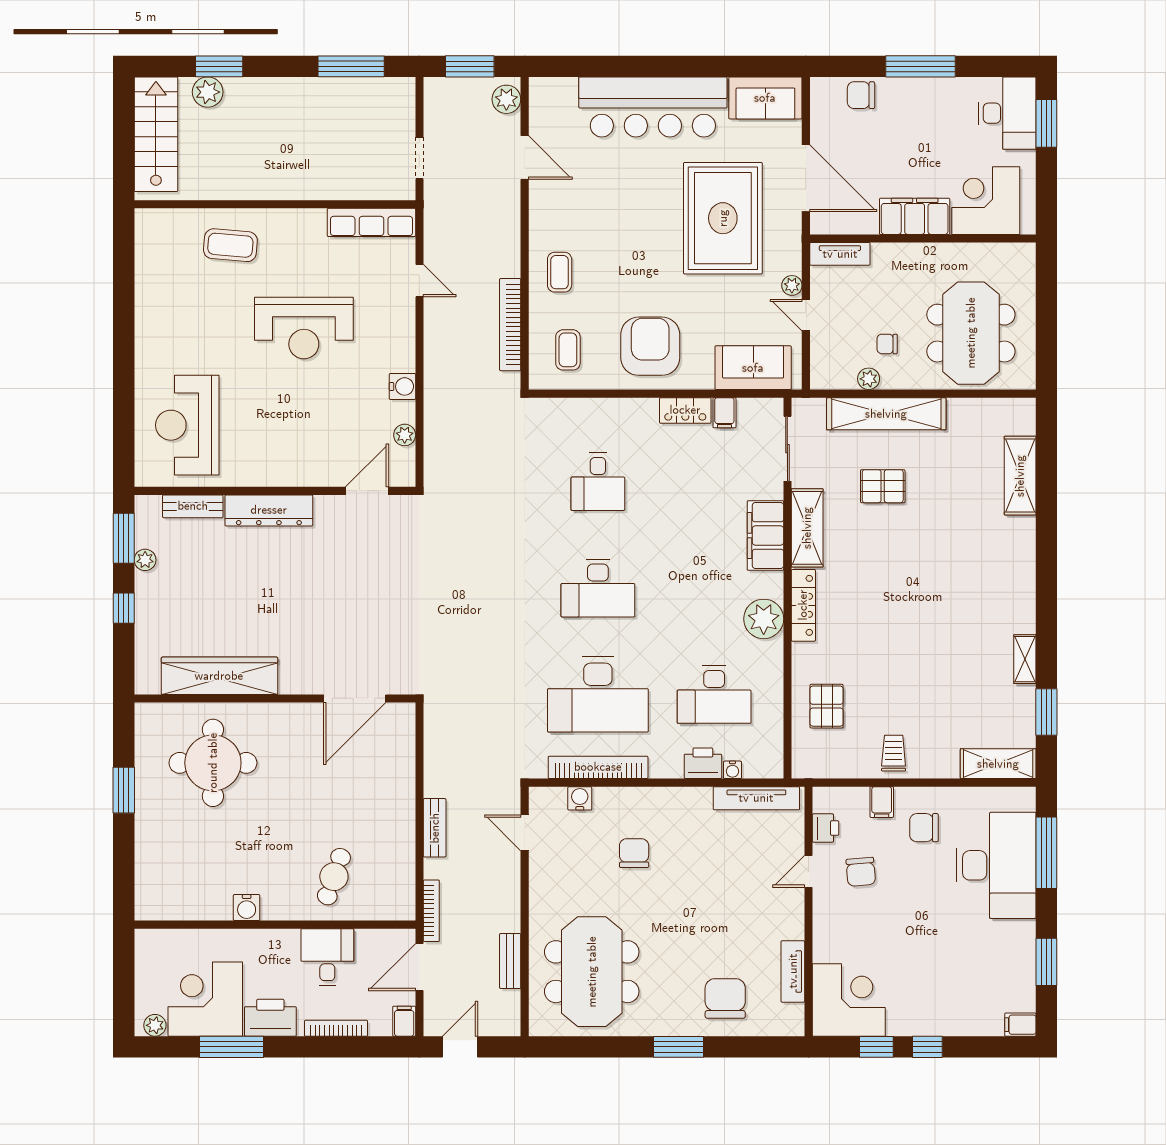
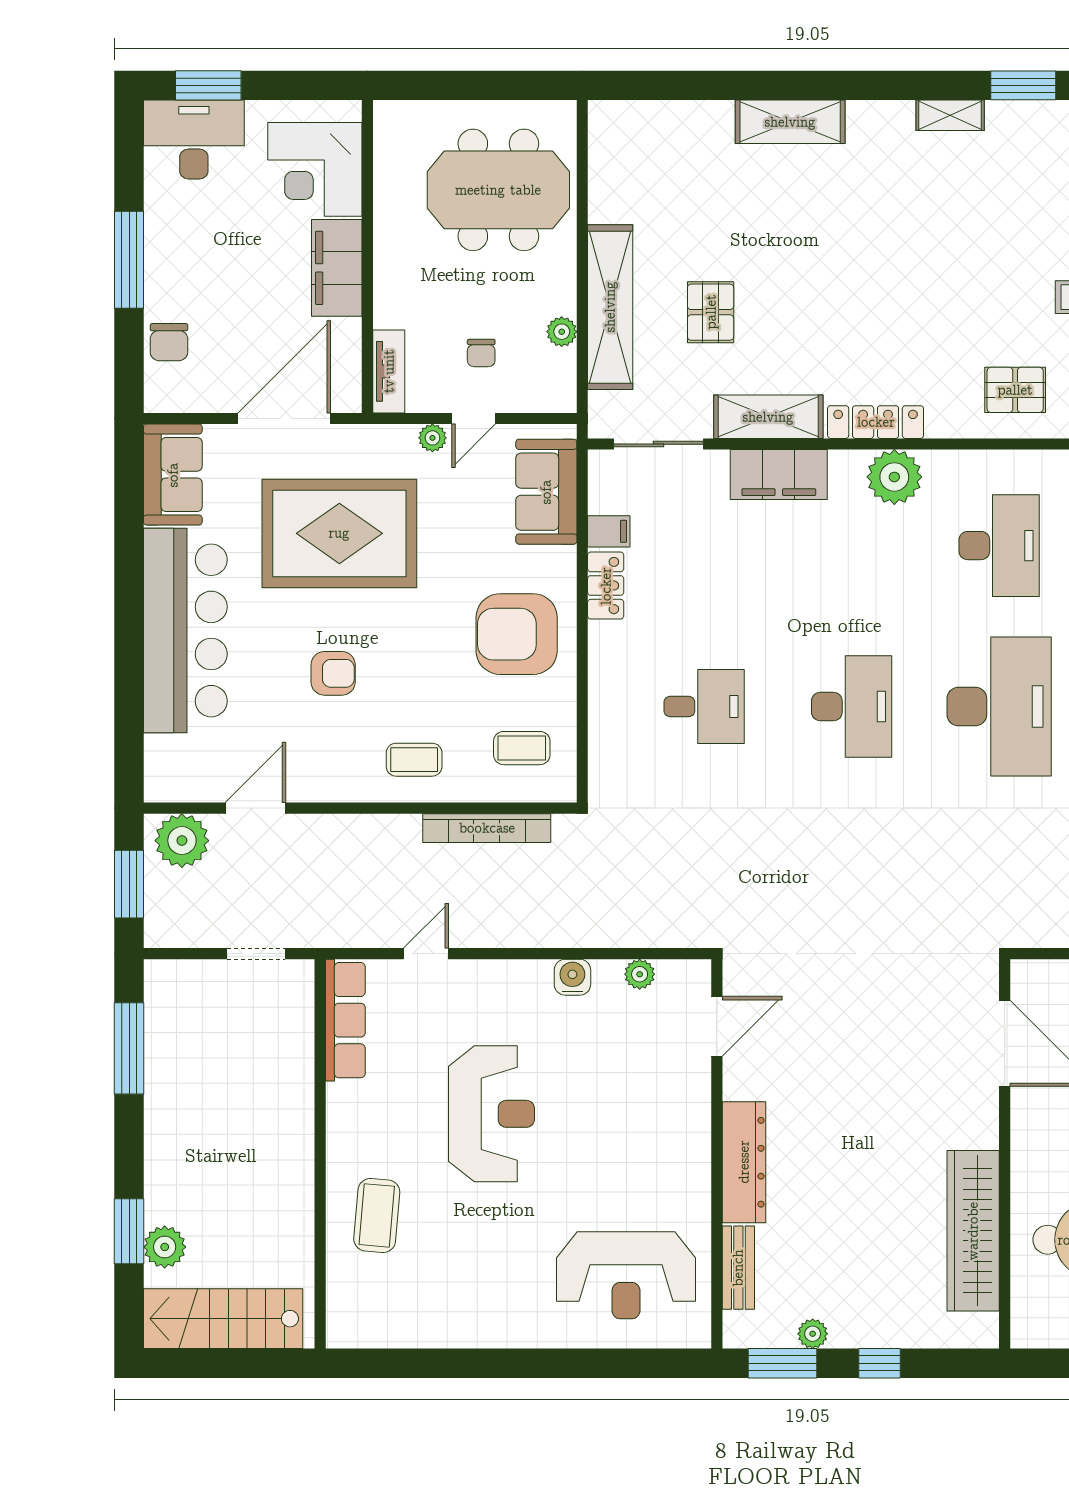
plant: (506, 99) -> (182, 841), width x1.36, depth x1.36
armchair: (622, 214) -> (333, 673), added
chair: (887, 344) -> (481, 353), moved
shelving: (1020, 476) -> (790, 122), moved
door: (367, 491) -> (717, 1026), swing flipped

